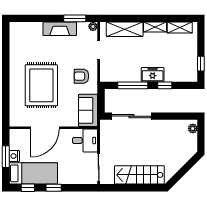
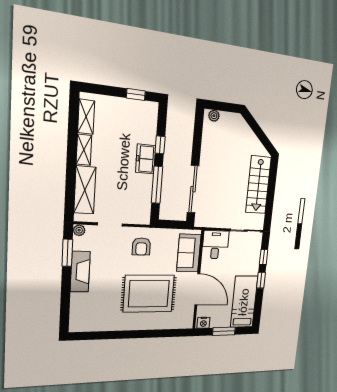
sofa: (88, 110) -> (189, 253), moved, turned 90
nightstand: (14, 156) -> (203, 323), moved
window: (28, 188) -> (264, 257), moved

